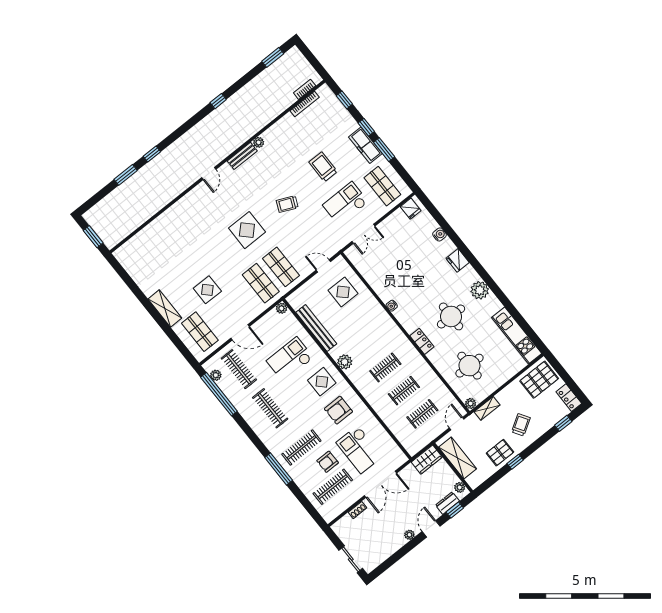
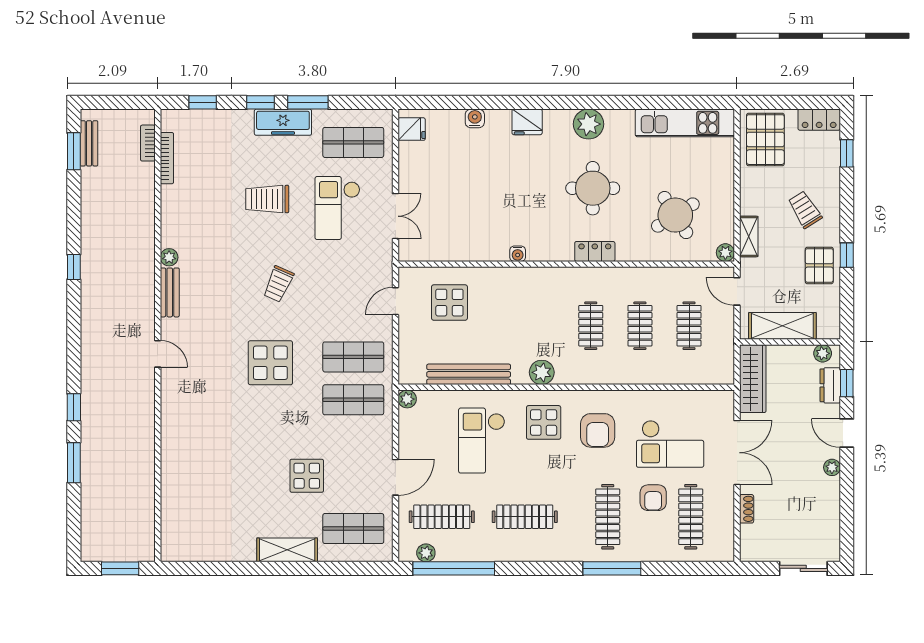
bench: (282, 62) -> (89, 143), added
round table: (469, 366) -> (675, 215), turned -32
wardrobe: (427, 460) -> (753, 379), width x1.50

